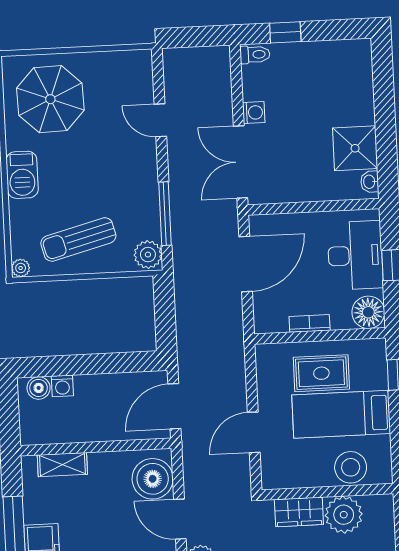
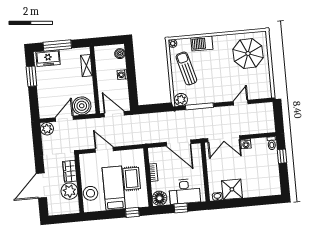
double door: (241, 162) -> (224, 139), swing flipped
barbecue: (22, 175) -> (202, 43), moved
washing machine: (62, 386) -> (122, 75), moved

